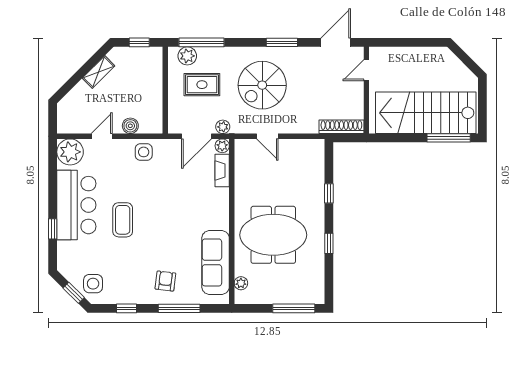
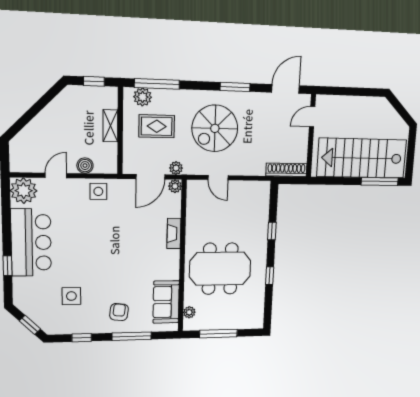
shelving: (99, 72) -> (110, 126), moved, turned -45
fireplace: (222, 171) -> (174, 234), moved
coffee table: (123, 220) -> (78, 256), removed
sofa: (216, 262) -> (166, 302), width x0.73
side table: (93, 284) -> (71, 296), moved
window: (294, 308) -> (218, 334), moved

